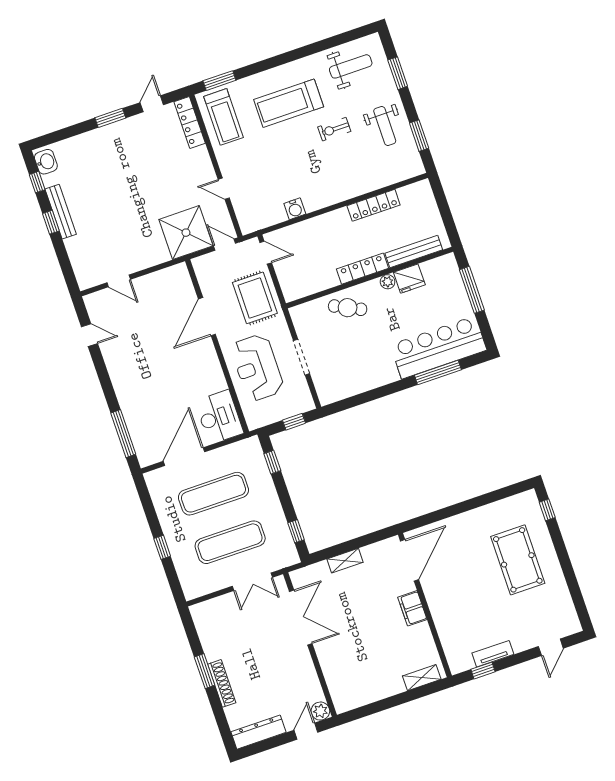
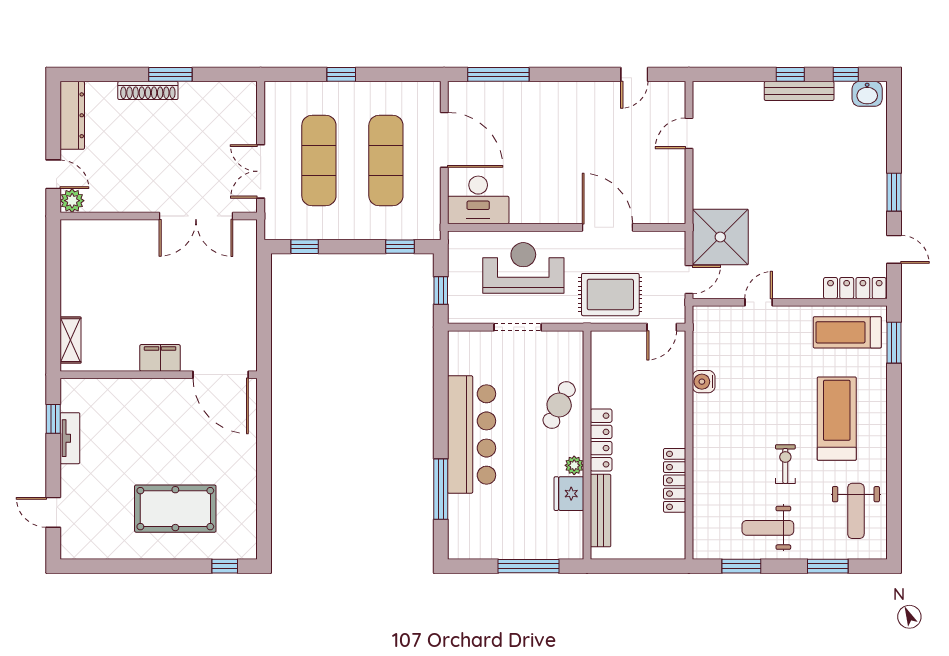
bar counter: (438, 347) -> (472, 434), moved
shelving: (345, 561) -> (247, 295), removed

